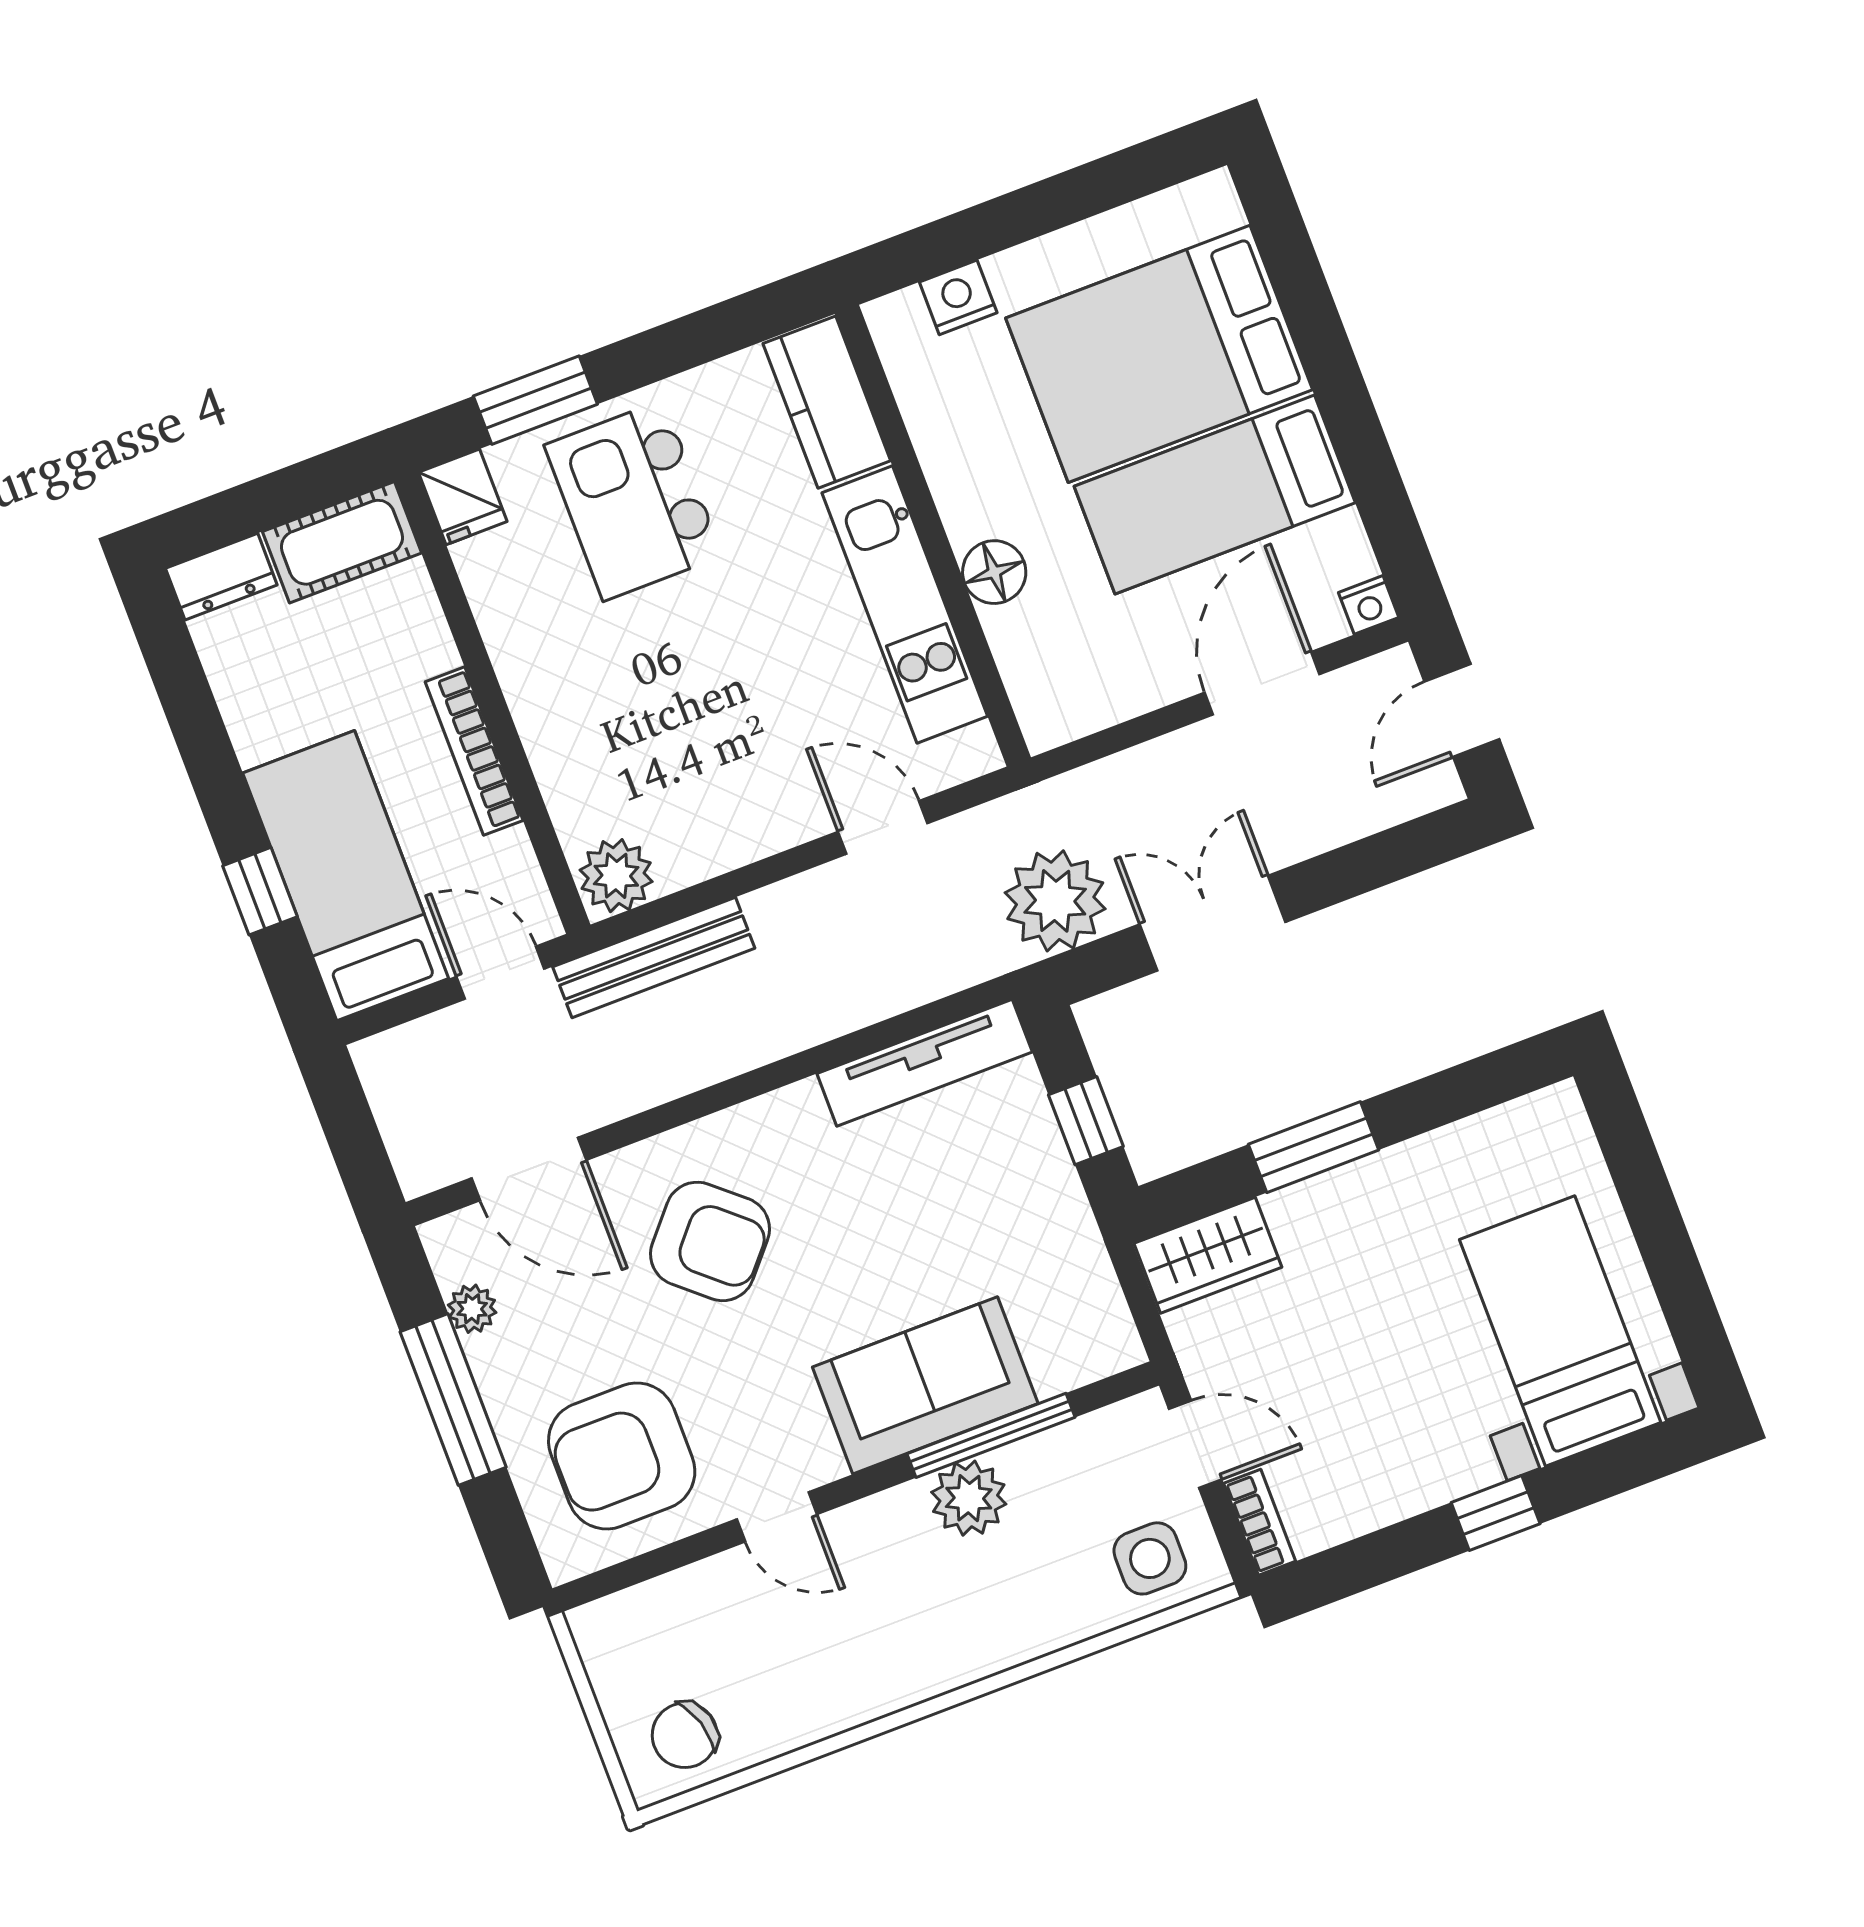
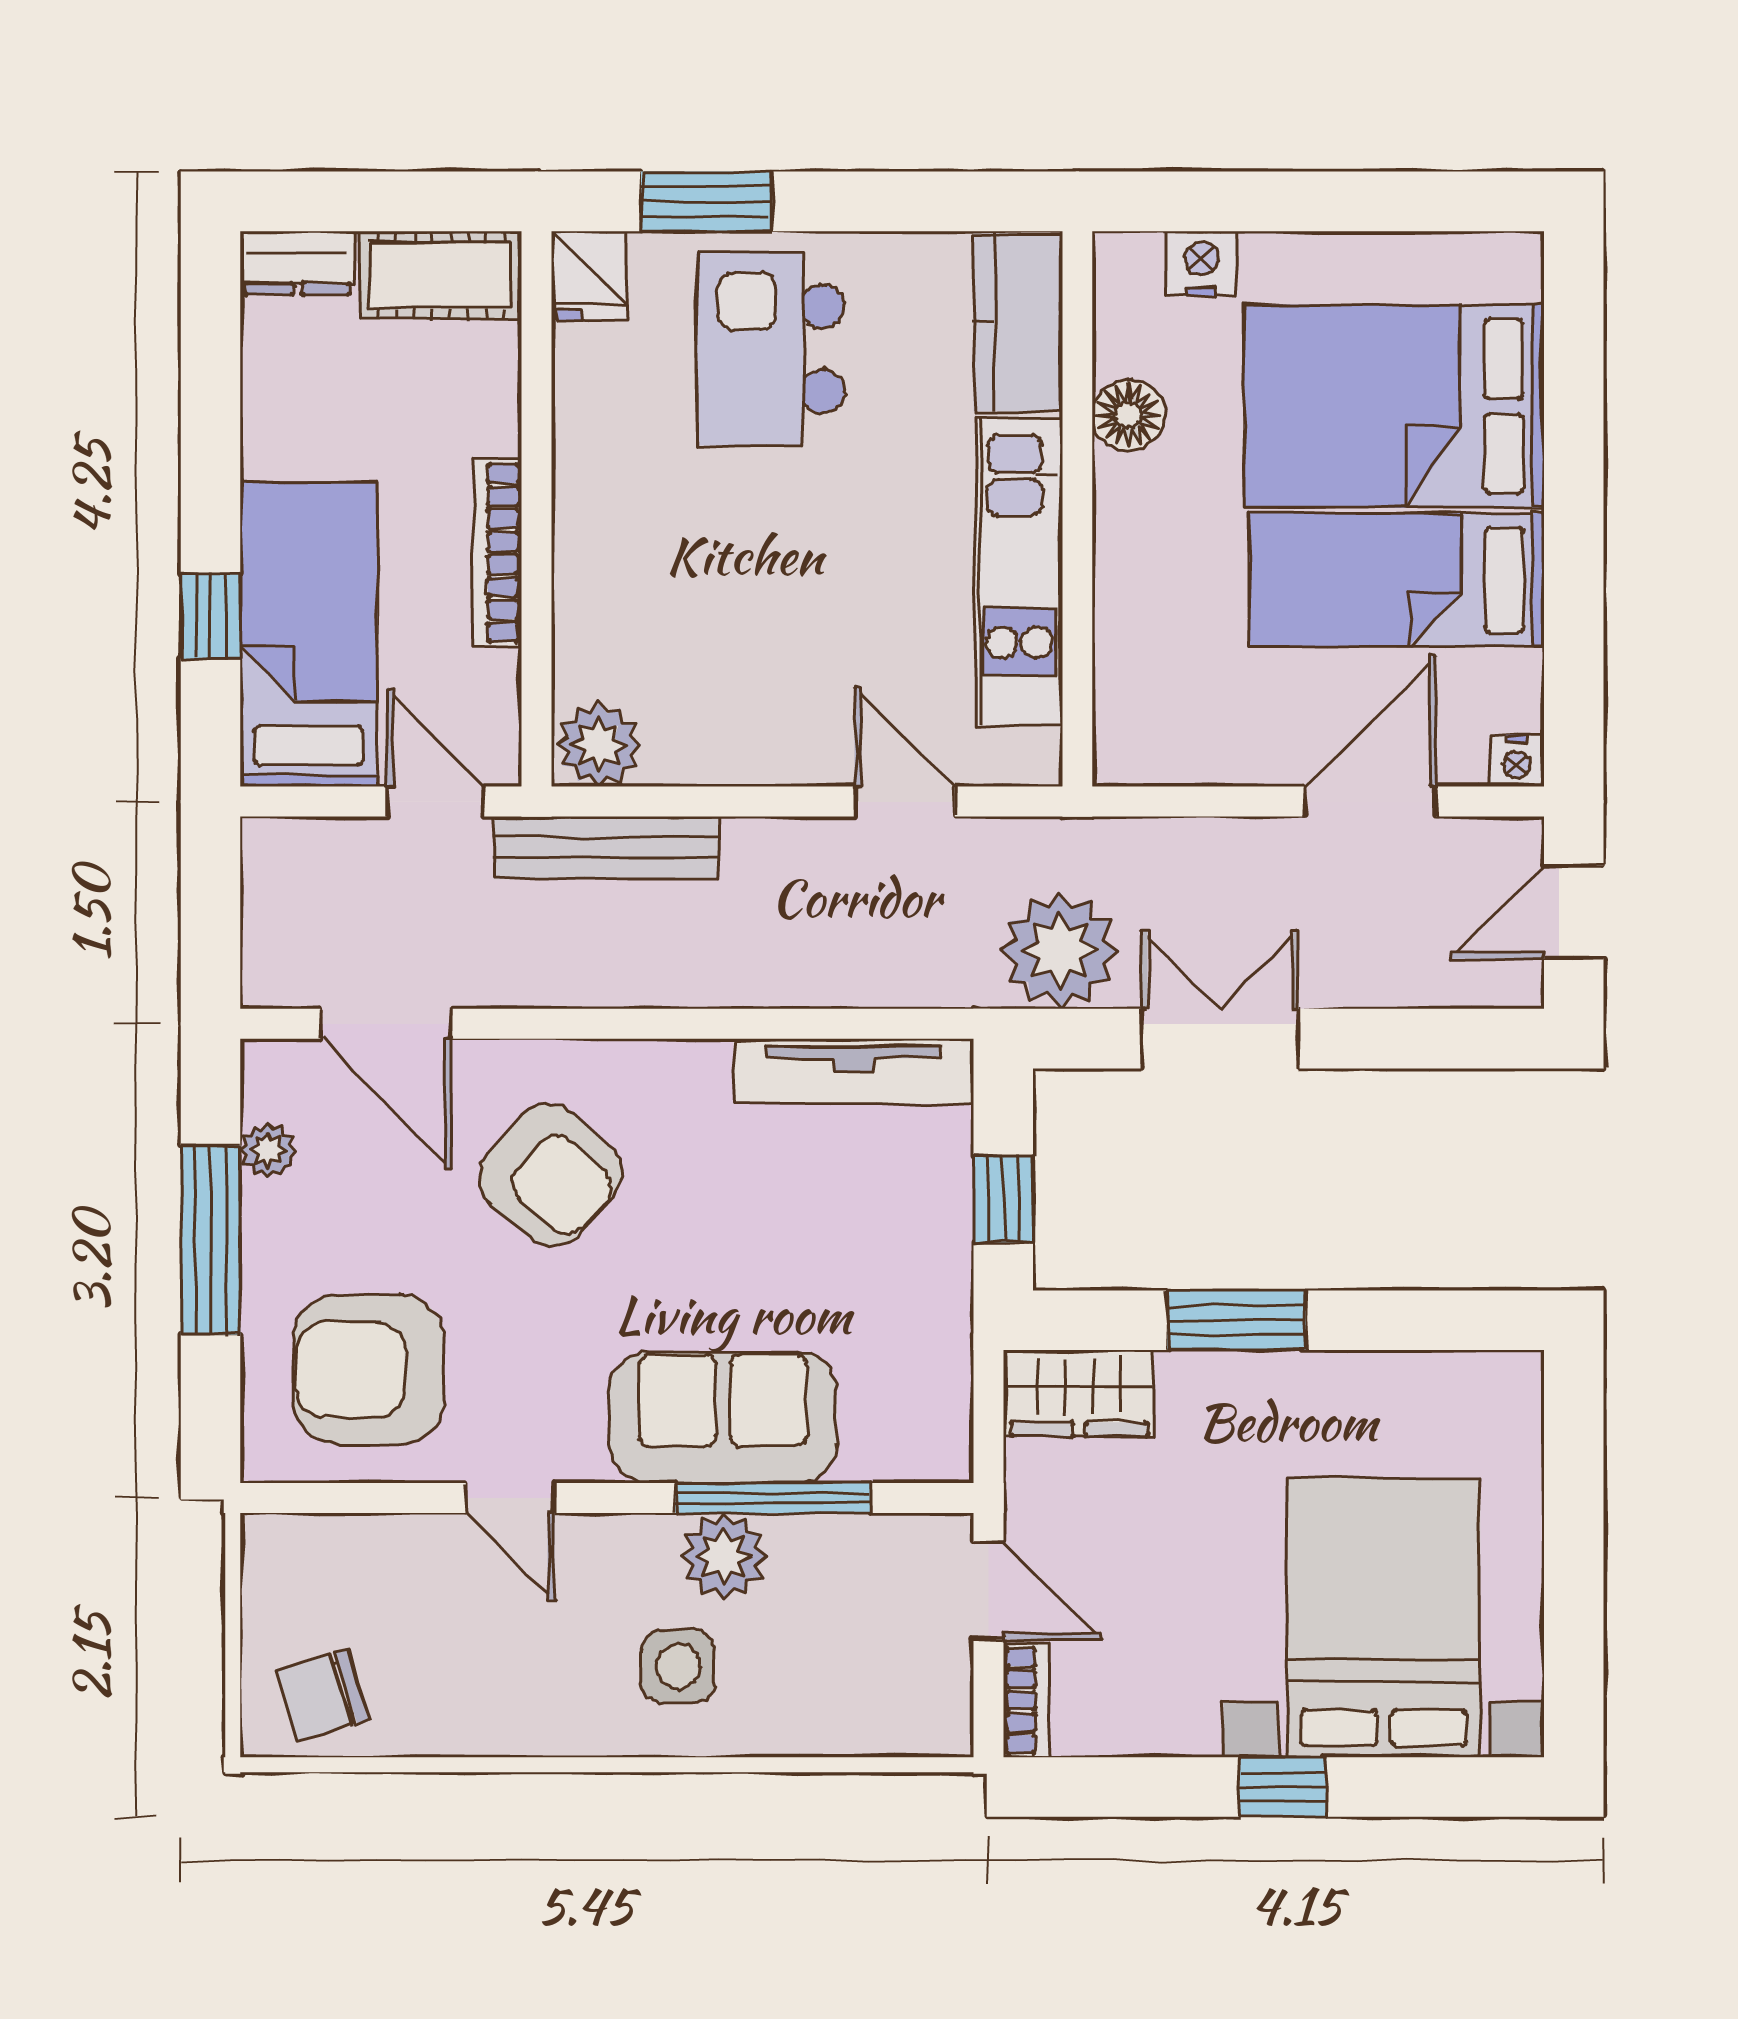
floor lamp: (994, 572) -> (1128, 415), moved
bed with nightstands: (1560, 1331) -> (1384, 1618), width x1.36
side table: (1150, 1558) -> (678, 1666), moved

